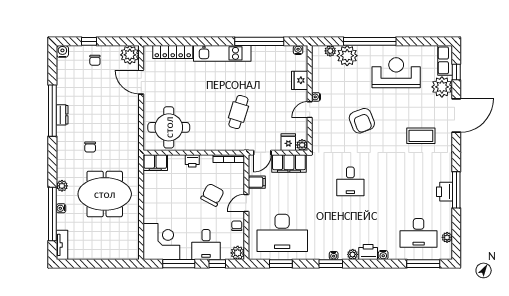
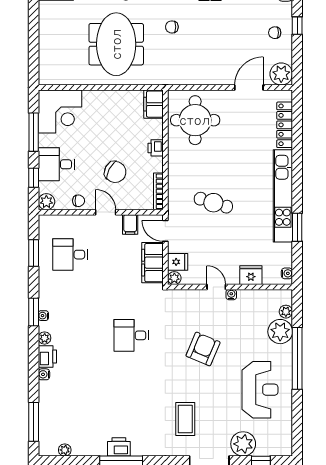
window: (259, 41) -> (297, 227), width x0.47
kitchen unit: (222, 53) -> (283, 196), width x1.36
row of seats: (445, 60) -> (275, 448), removed
armchair: (362, 121) -> (203, 349), turned 134
desk: (282, 233) -> (70, 255), width x0.53, depth x0.77
desk: (419, 233) -> (70, 416), removed

